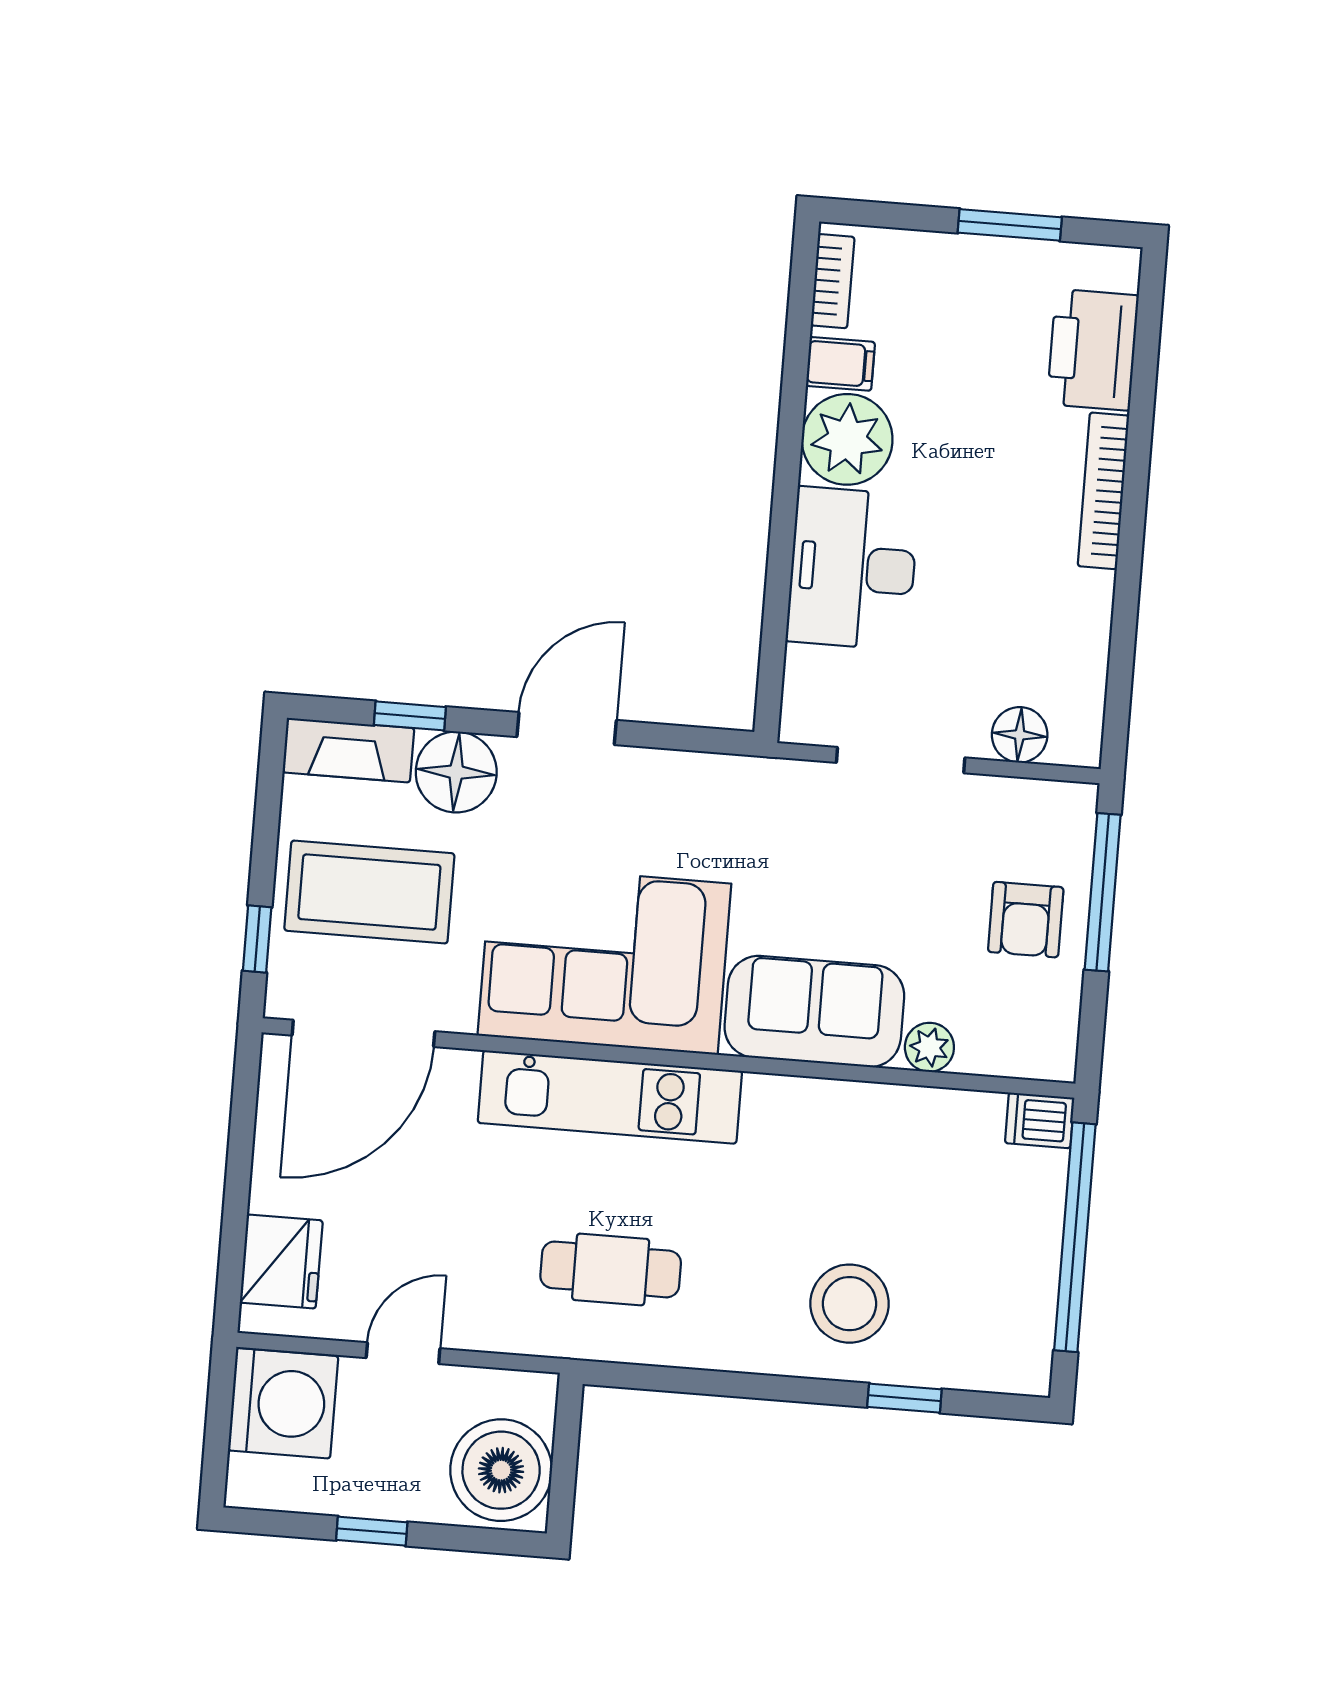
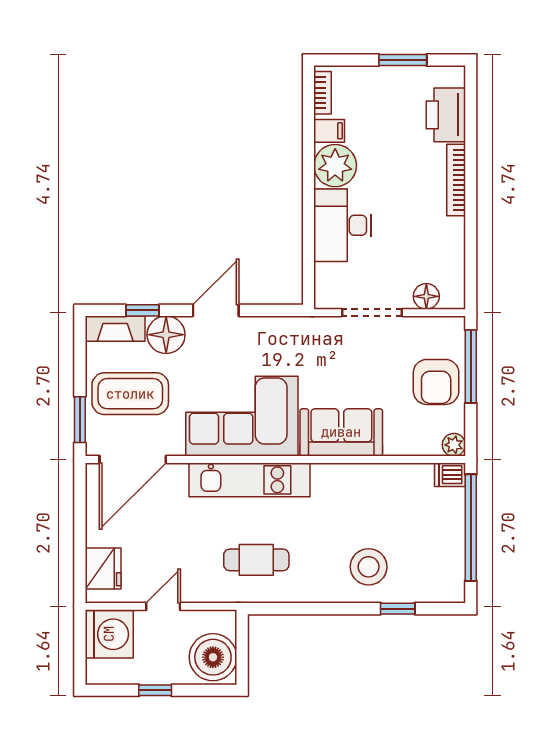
armchair: (1026, 920) -> (436, 382), width x1.38, depth x1.38
window: (257, 939) -> (80, 420), width x1.50
plant: (929, 1047) -> (454, 445), moved

